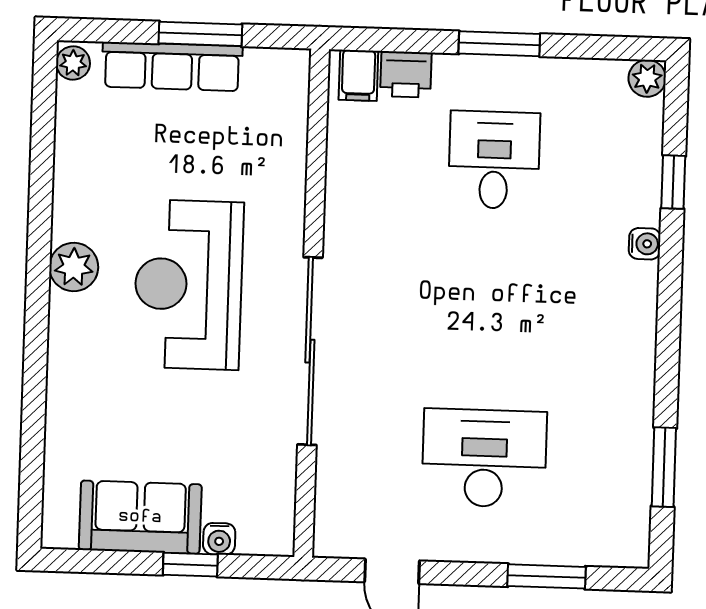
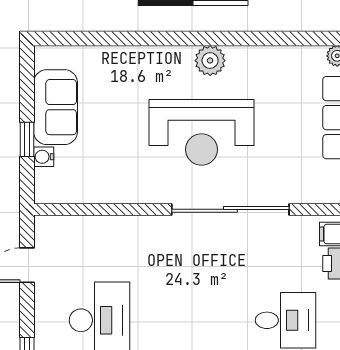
reception desk: (188, 285) -> (201, 132), turned 180
sliding door: (310, 351) -> (230, 209), moved

